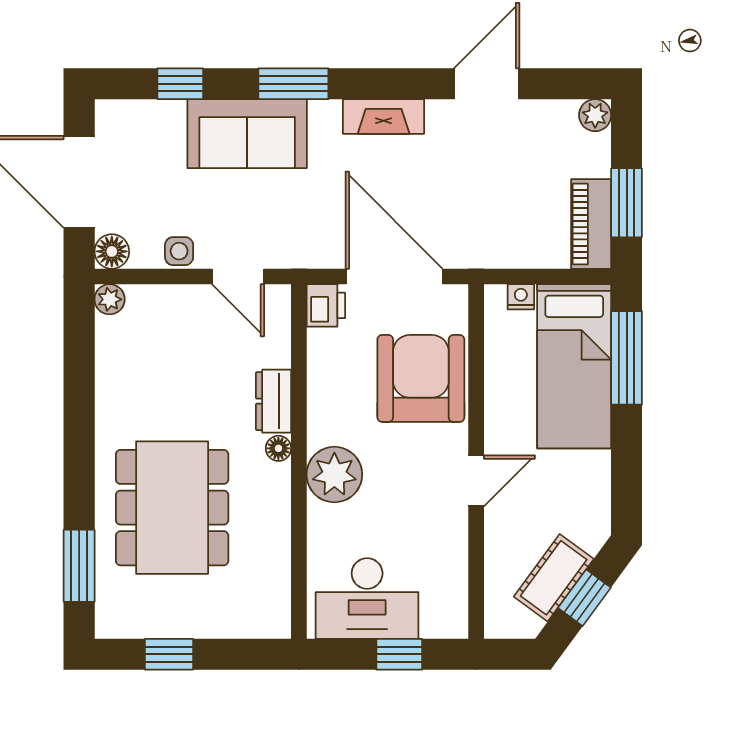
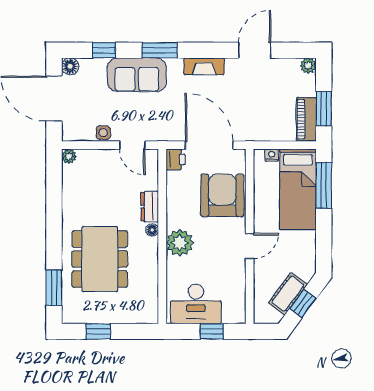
floor lamp: (112, 251) -> (70, 66), moved

